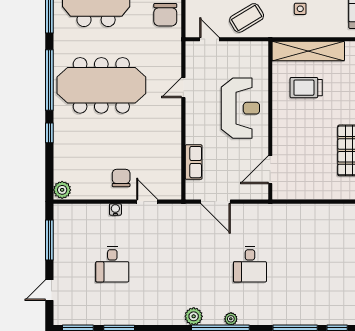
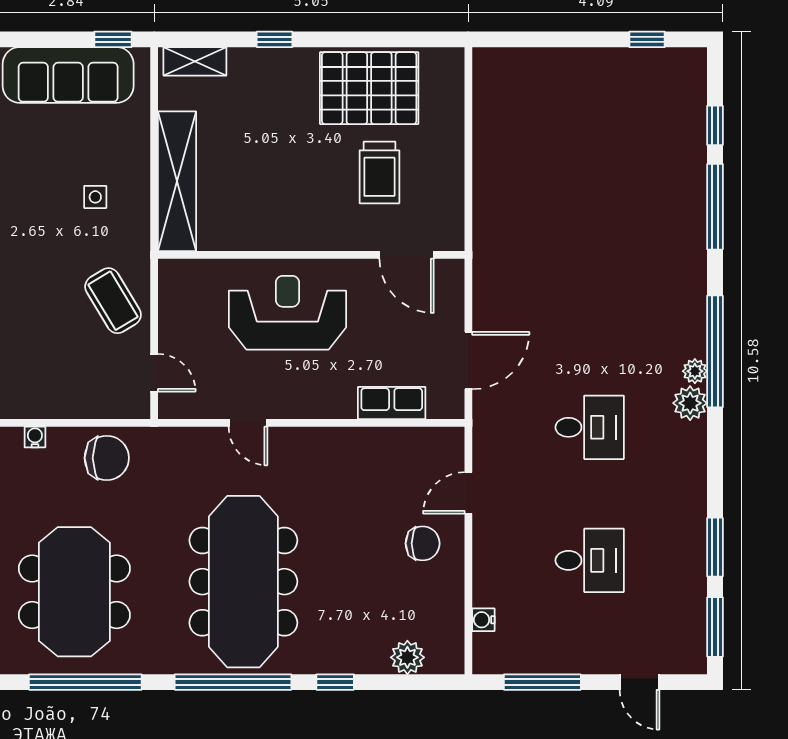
door: (209, 39) -> (154, 373), swing flipped
trolley: (306, 88) -> (379, 173), moved
chair: (121, 178) -> (423, 543), turned 180
plant: (62, 190) -> (407, 657), moved
water cooler: (115, 209) -> (483, 620), moved
desk: (250, 264) -> (590, 427), moved
plant: (231, 319) -> (695, 371), moved

